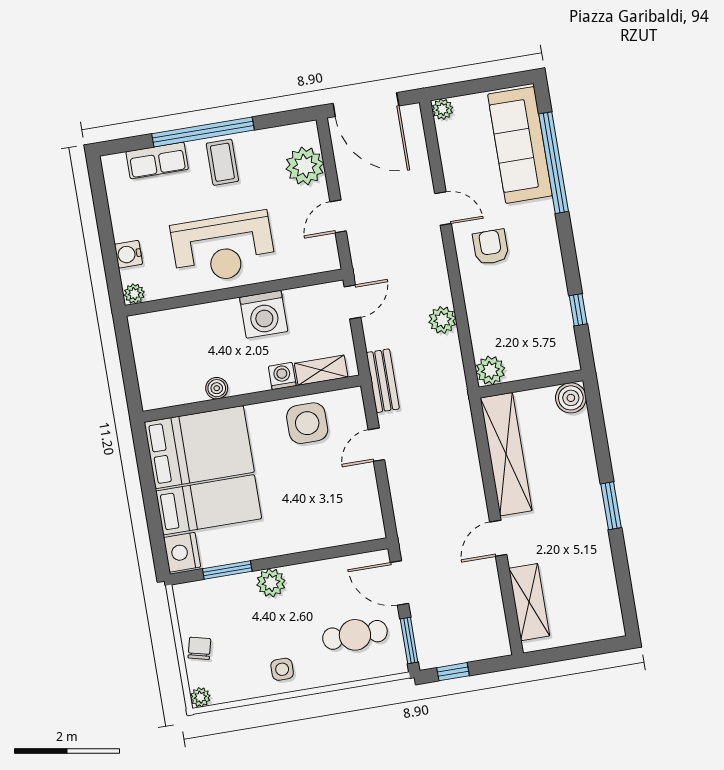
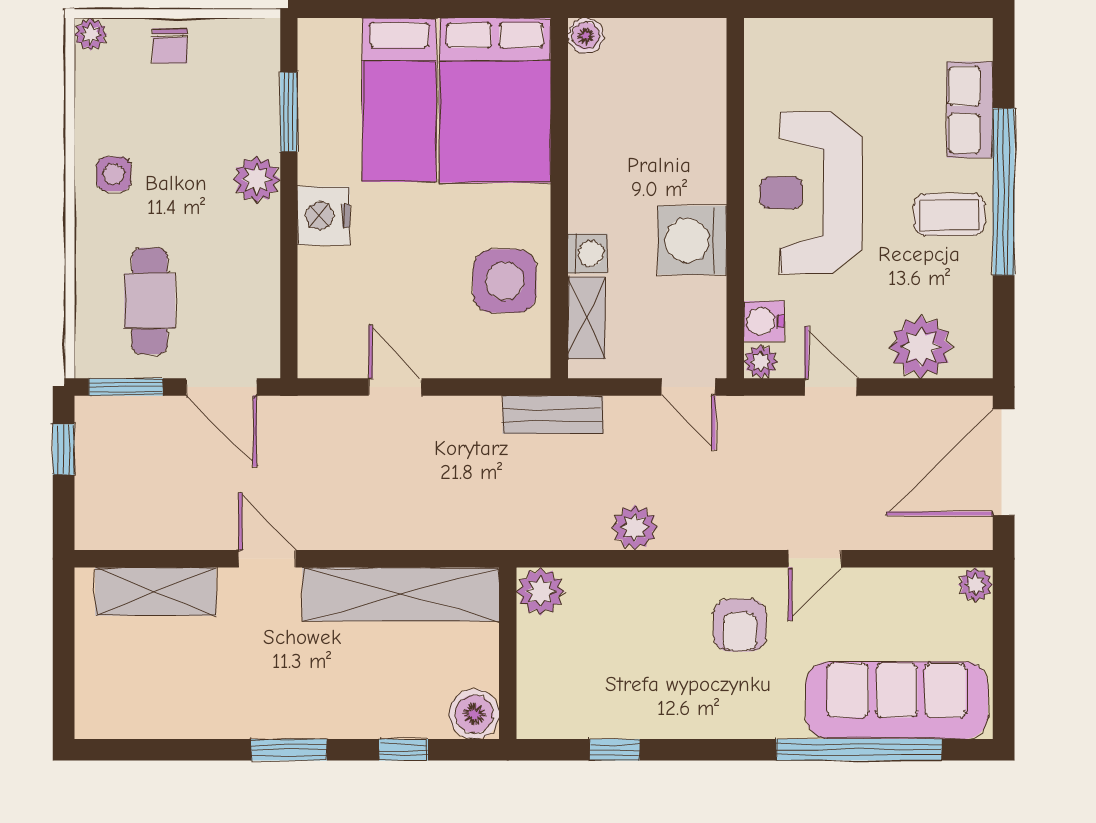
armchair: (491, 247) -> (740, 625), turned 90
water cooler: (128, 254) -> (764, 321), moved, turned -90
plant: (134, 294) -> (761, 362), moved
boiler: (217, 388) -> (586, 36), moved
window: (599, 437) -> (404, 750), added
door: (376, 445) -> (395, 387), moved
nightstand: (182, 552) -> (324, 216), moved, turned -90
door: (399, 583) -> (221, 387), swing flipped
chair: (199, 648) -> (170, 46), turned 76

